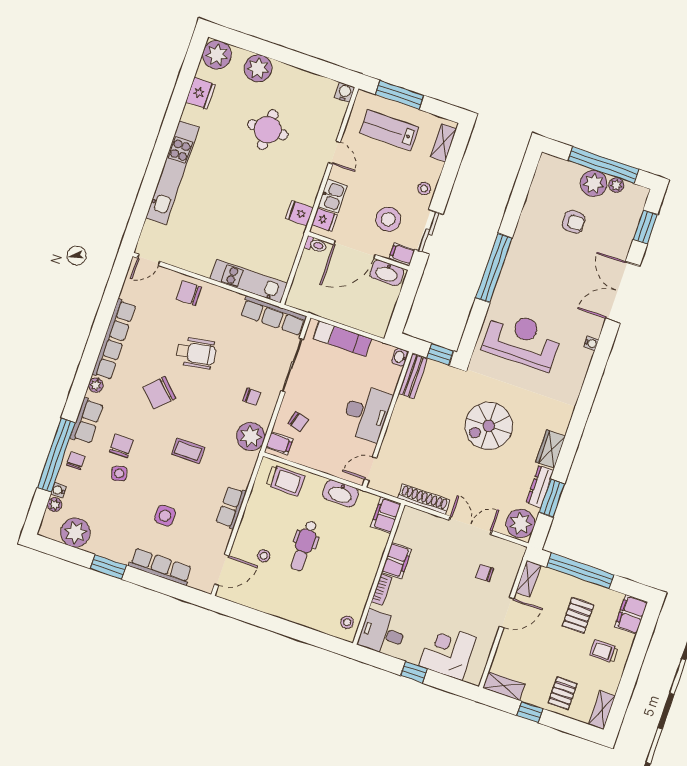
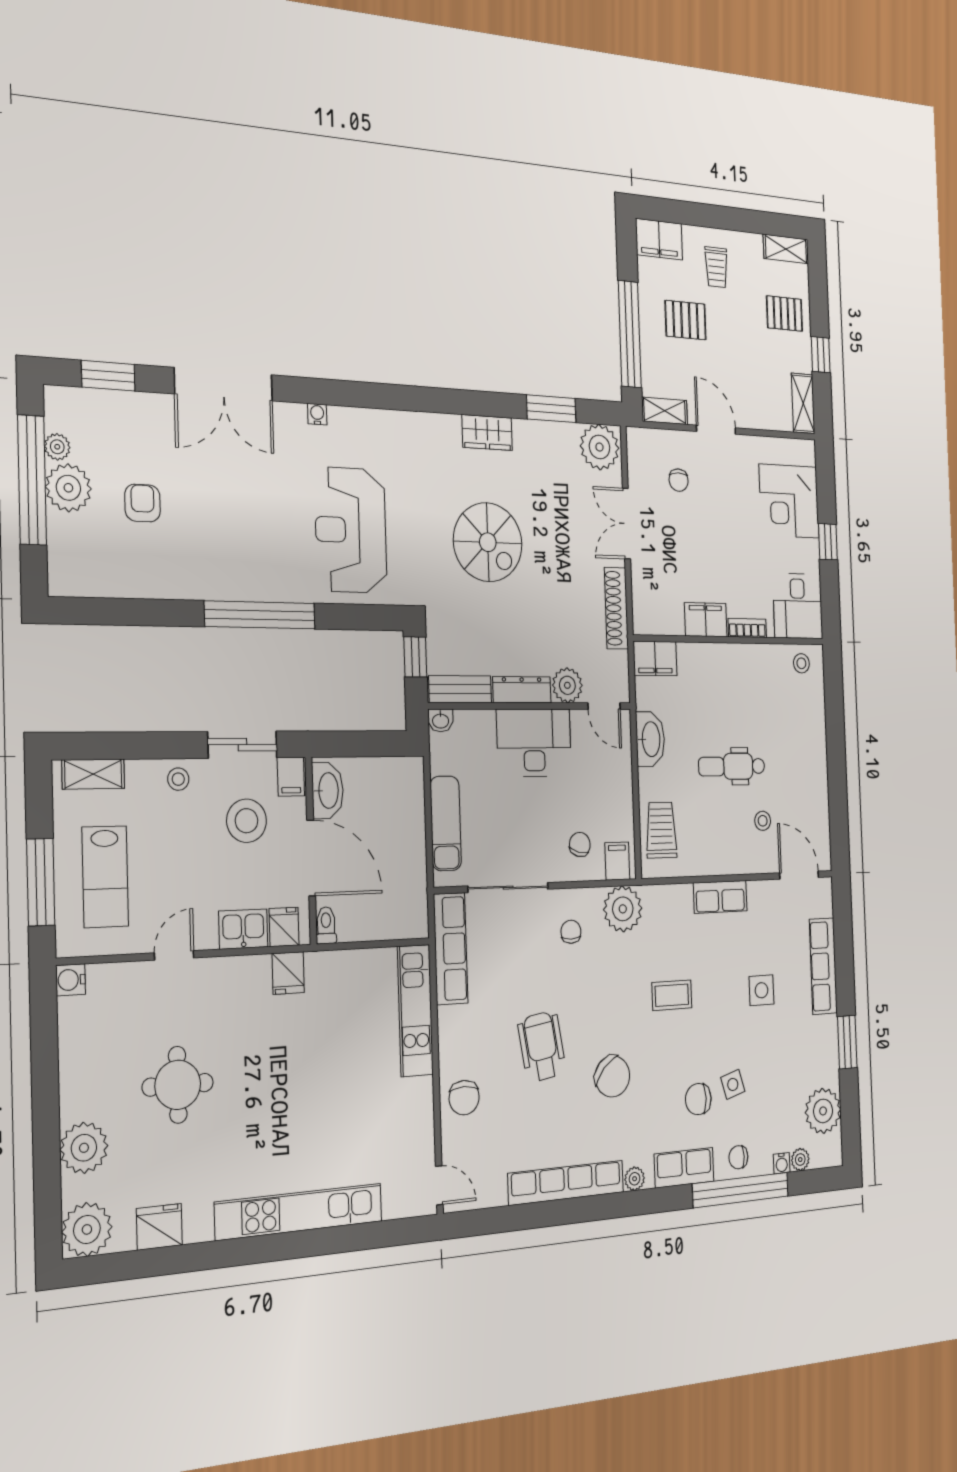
plant: (391, 448) -> (567, 685), added
coffee table: (188, 451) -> (672, 995), turned 90
dresser: (540, 486) -> (522, 690), moved, turned 180
dental chair: (304, 546) -> (732, 766), turned 180

